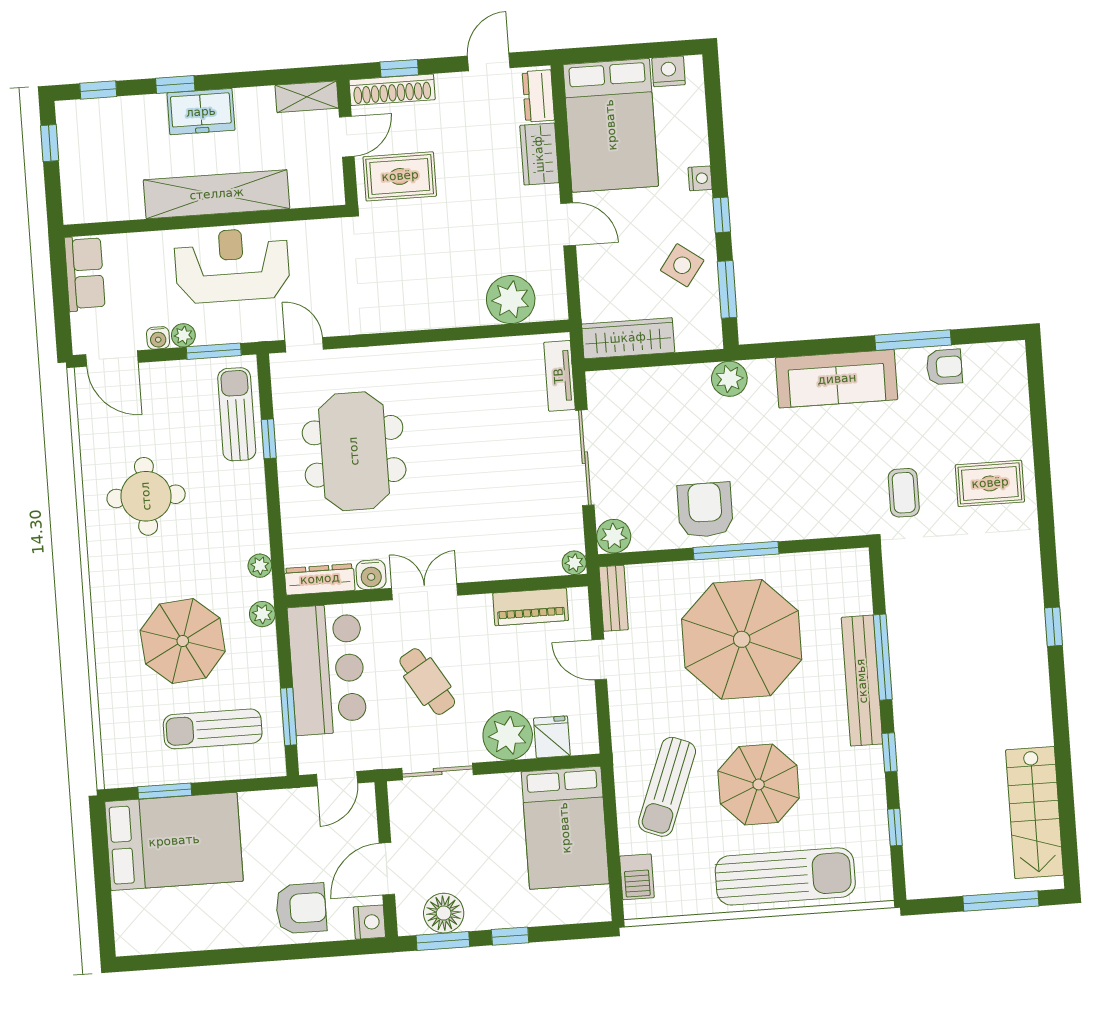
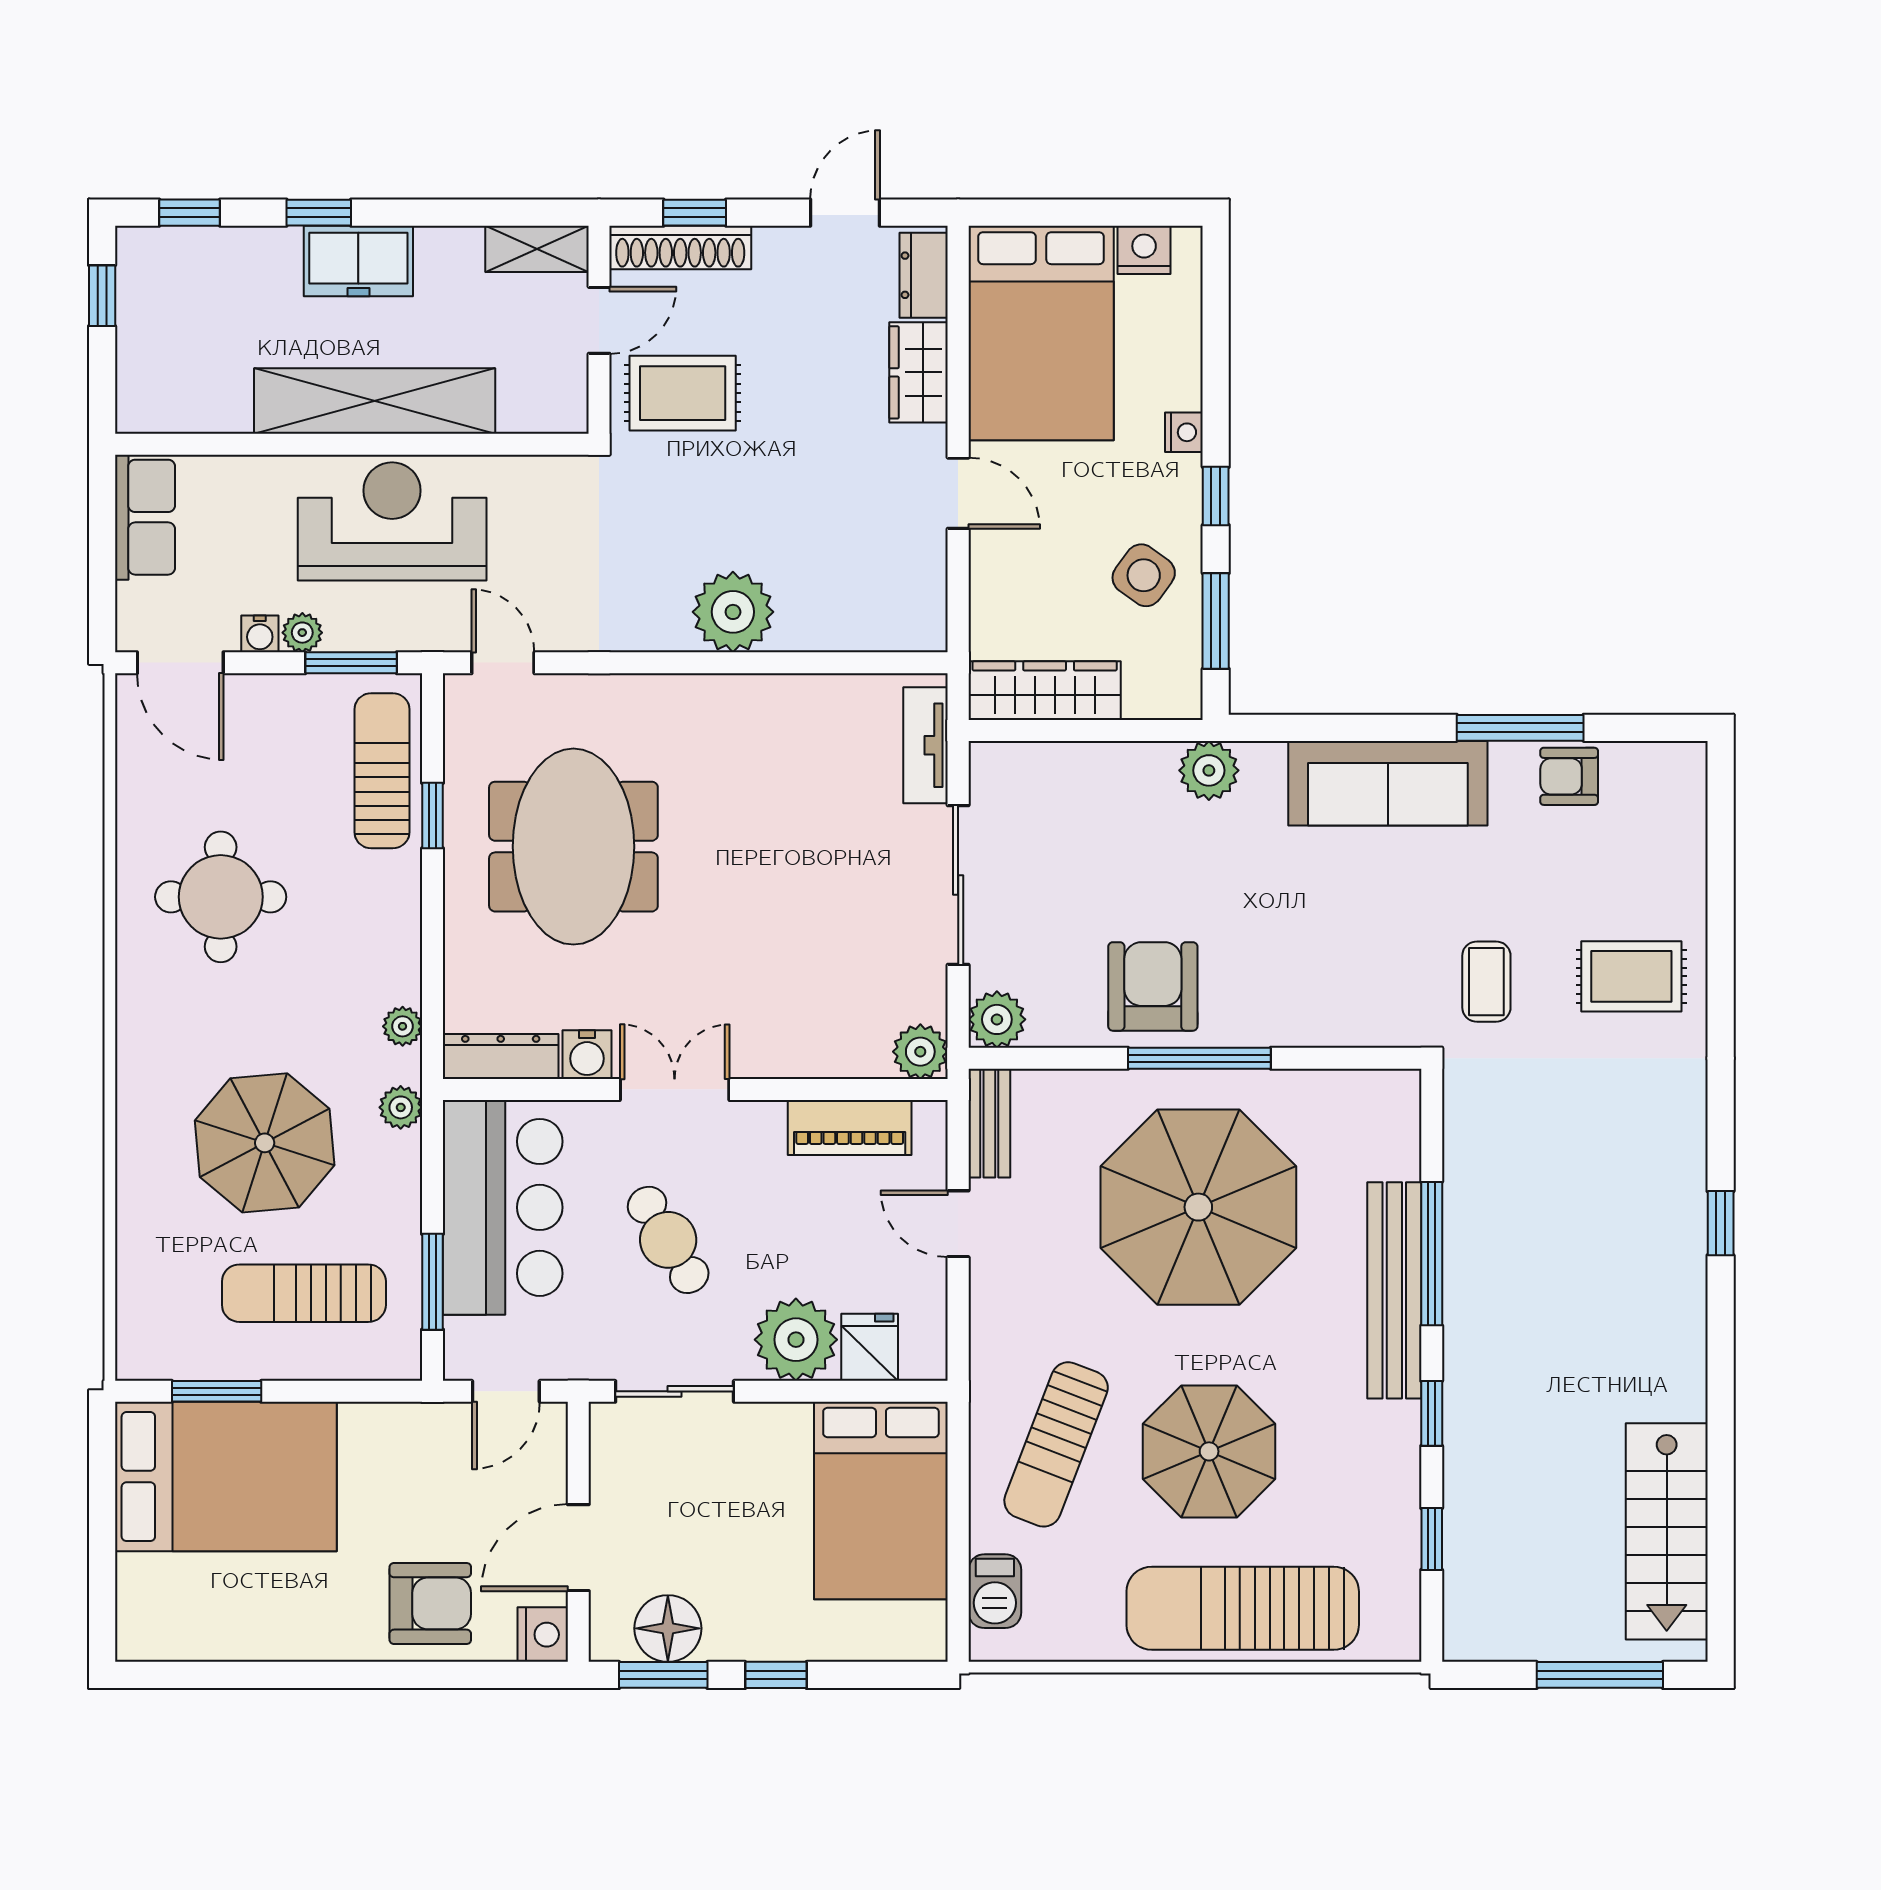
plant: (511, 300) -> (733, 612), moved
armchair: (944, 367) -> (1569, 776), turned 180
plant: (574, 563) -> (920, 1052), width x1.38, depth x1.38
sun lounger: (785, 876) -> (1243, 1608), turned 180

